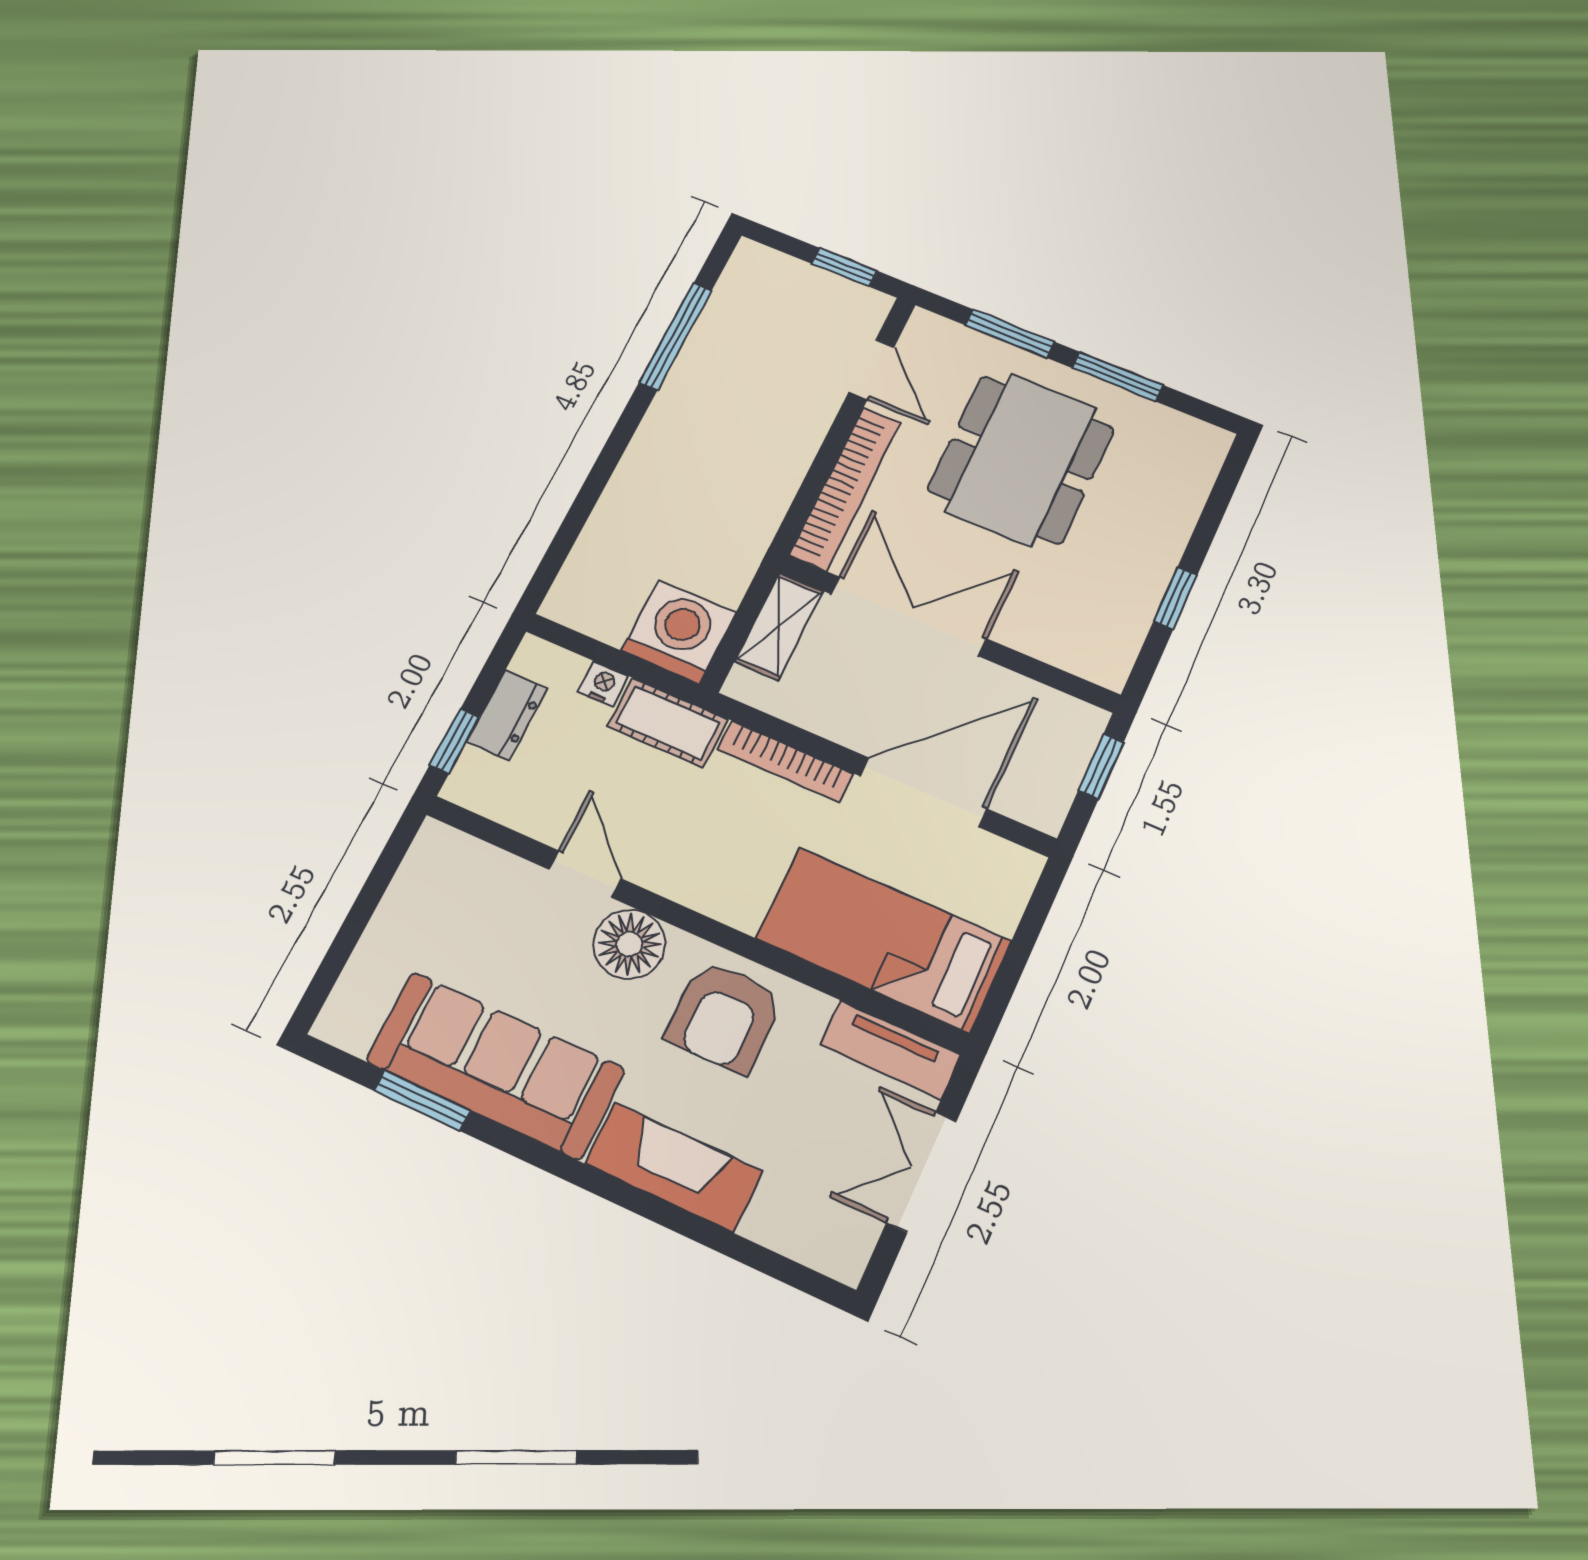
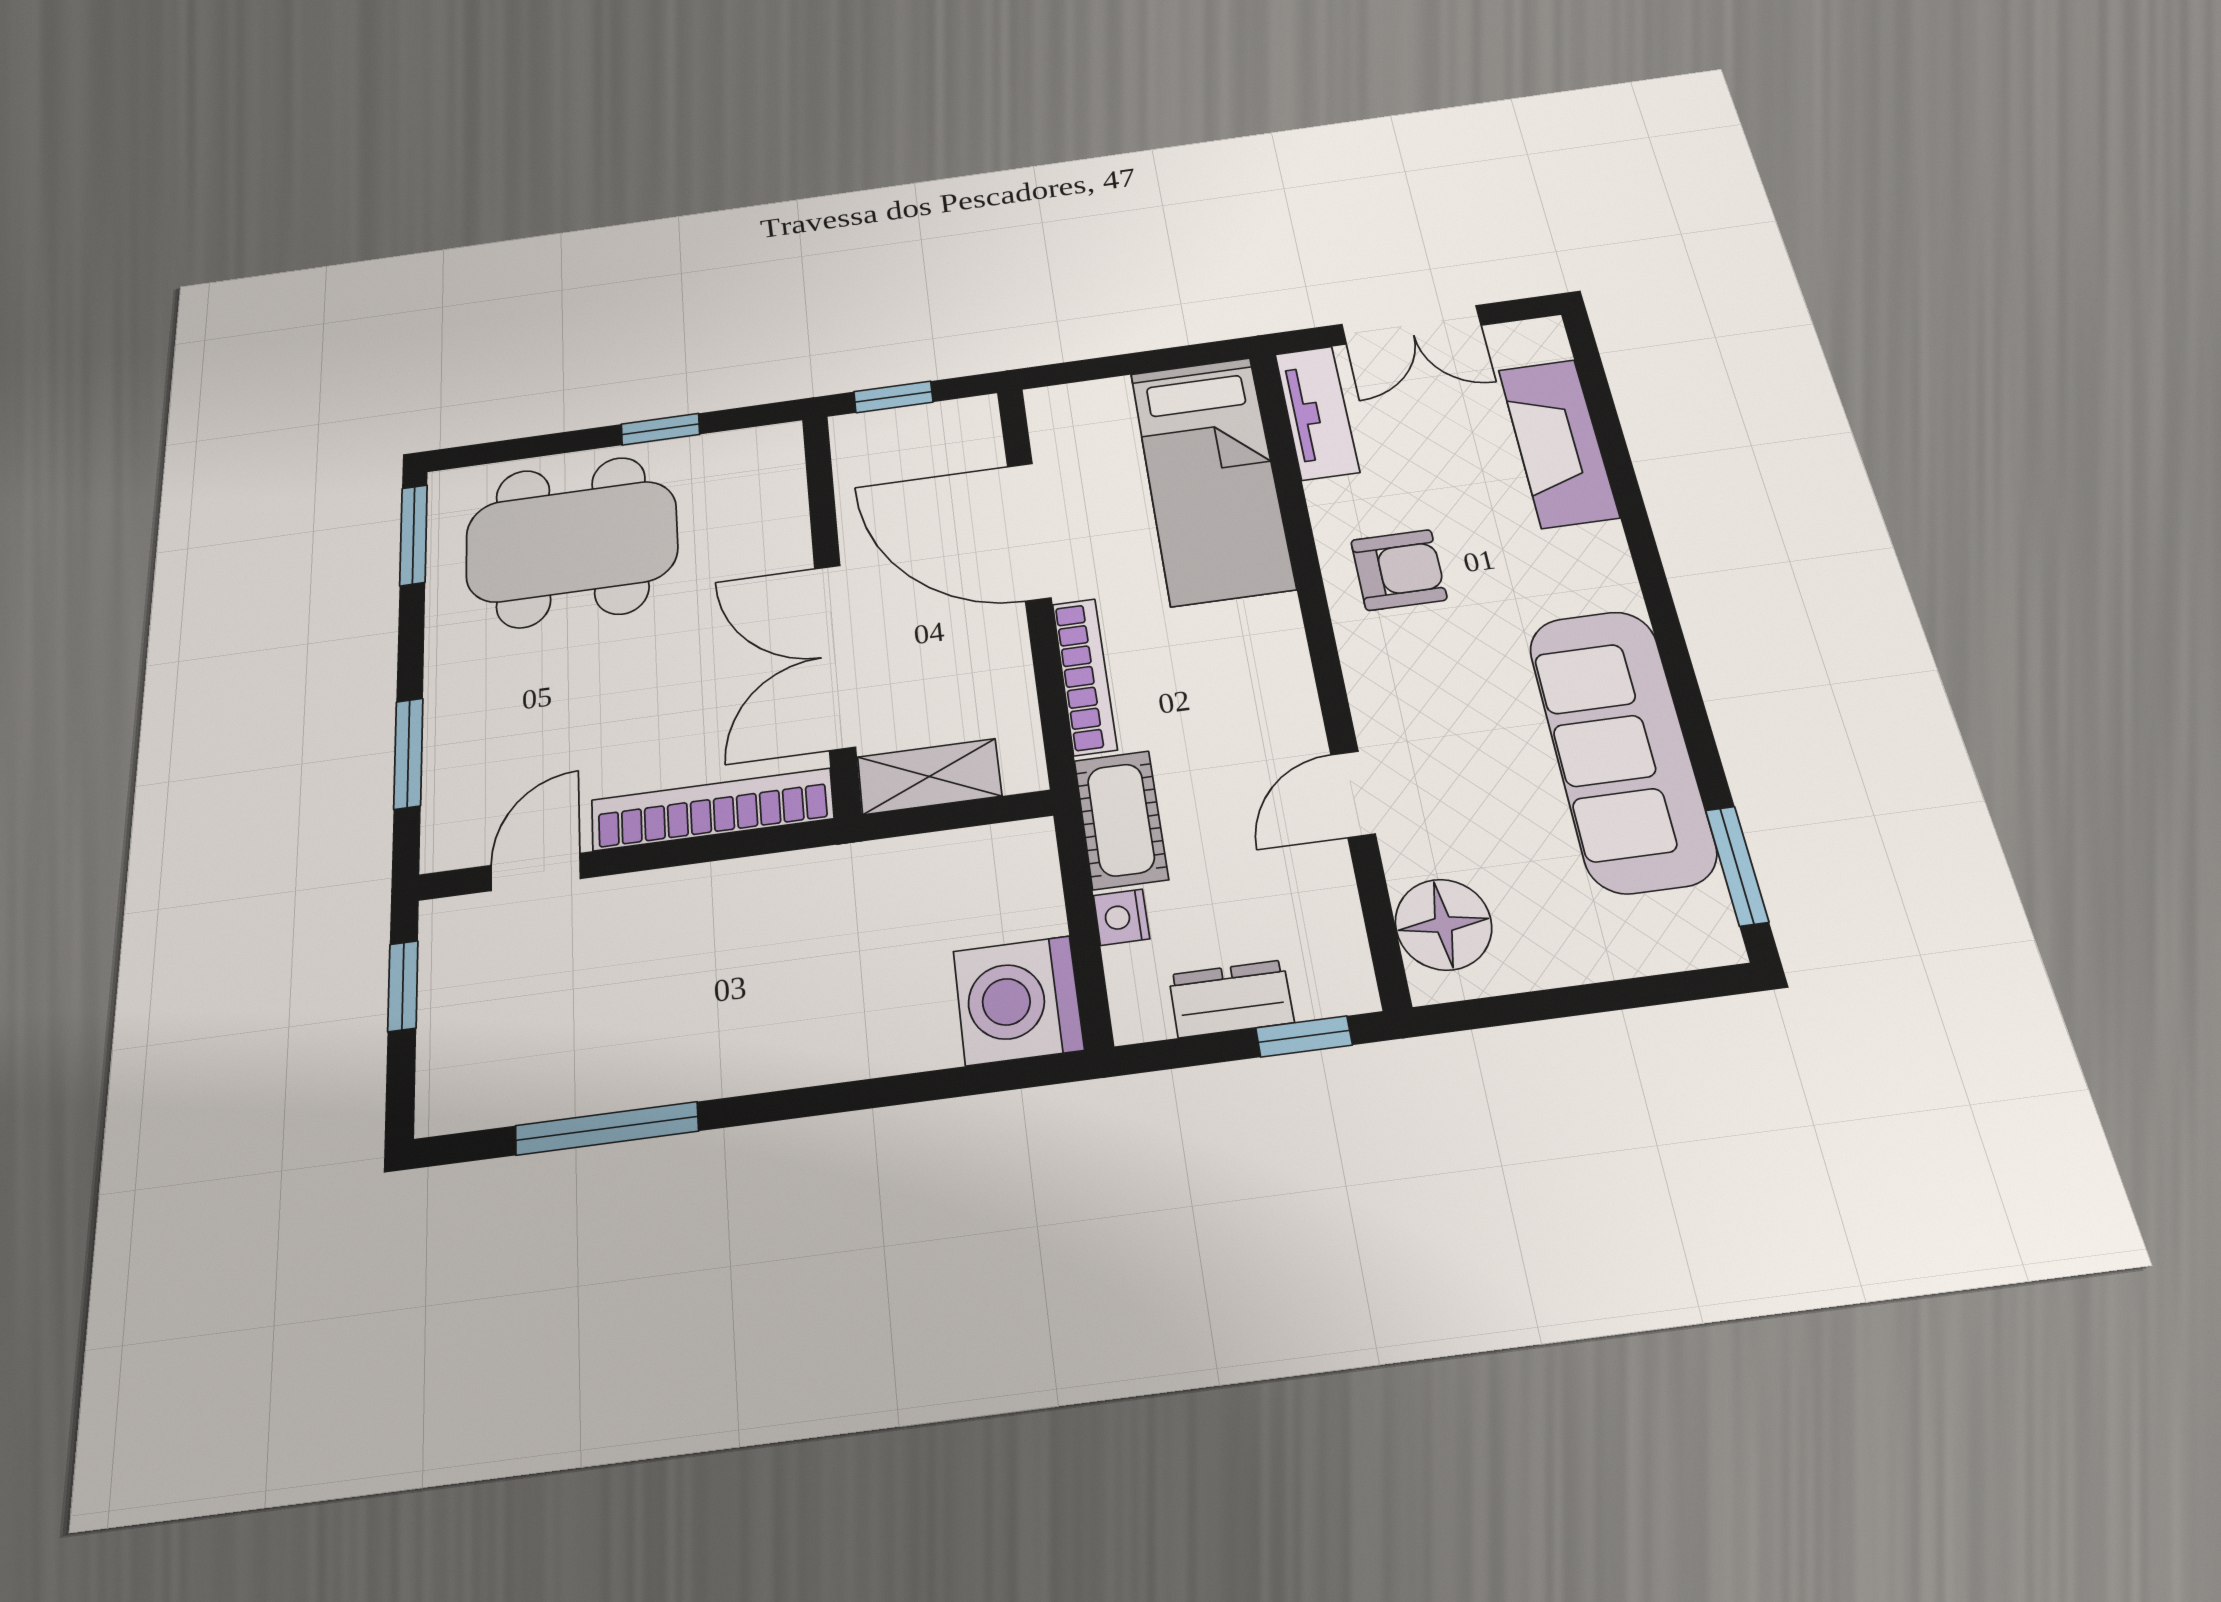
window: (1117, 376) -> (413, 535), moved
dining table: (1021, 459) -> (572, 541), moved
washing machine: (679, 632) -> (1018, 1000), moved
floor lamp: (629, 944) -> (1443, 924), moved
armchair: (724, 1017) -> (1399, 570), width x0.72, depth x0.72
window: (422, 1101) -> (1737, 866), moved
fireplace: (674, 1167) -> (1558, 443), moved

